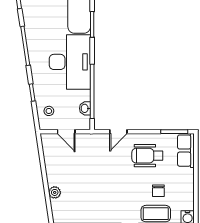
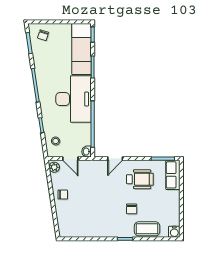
washbasin: (85, 108) -> (86, 152), moved
wheelchair: (147, 156) -> (140, 179), turned 180
chair: (57, 174) -> (63, 195), added
chair: (158, 191) -> (132, 209), moved
plant: (55, 192) -> (54, 167), moved

